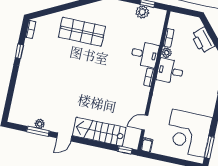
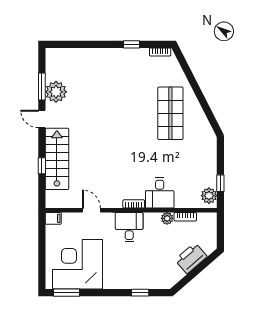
plant: (142, 12) -> (209, 196), moved
desk: (170, 71) -> (129, 227), moved
door: (145, 123) -> (91, 210), moved
plant: (40, 124) -> (56, 92), width x1.87, depth x1.87
window: (125, 150) -> (42, 166), moved

